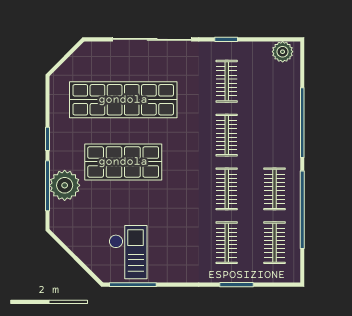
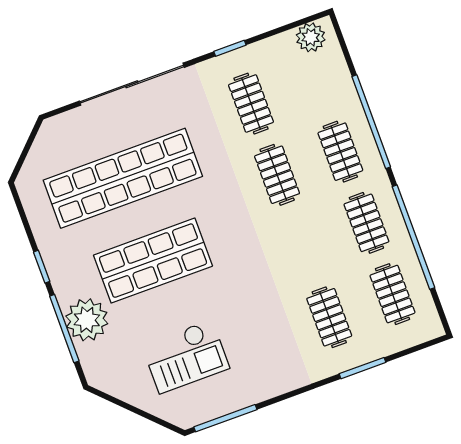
clothes rail: (227, 189) -> (340, 152), moved
checkout: (128, 252) -> (186, 356), moved, turned 90

